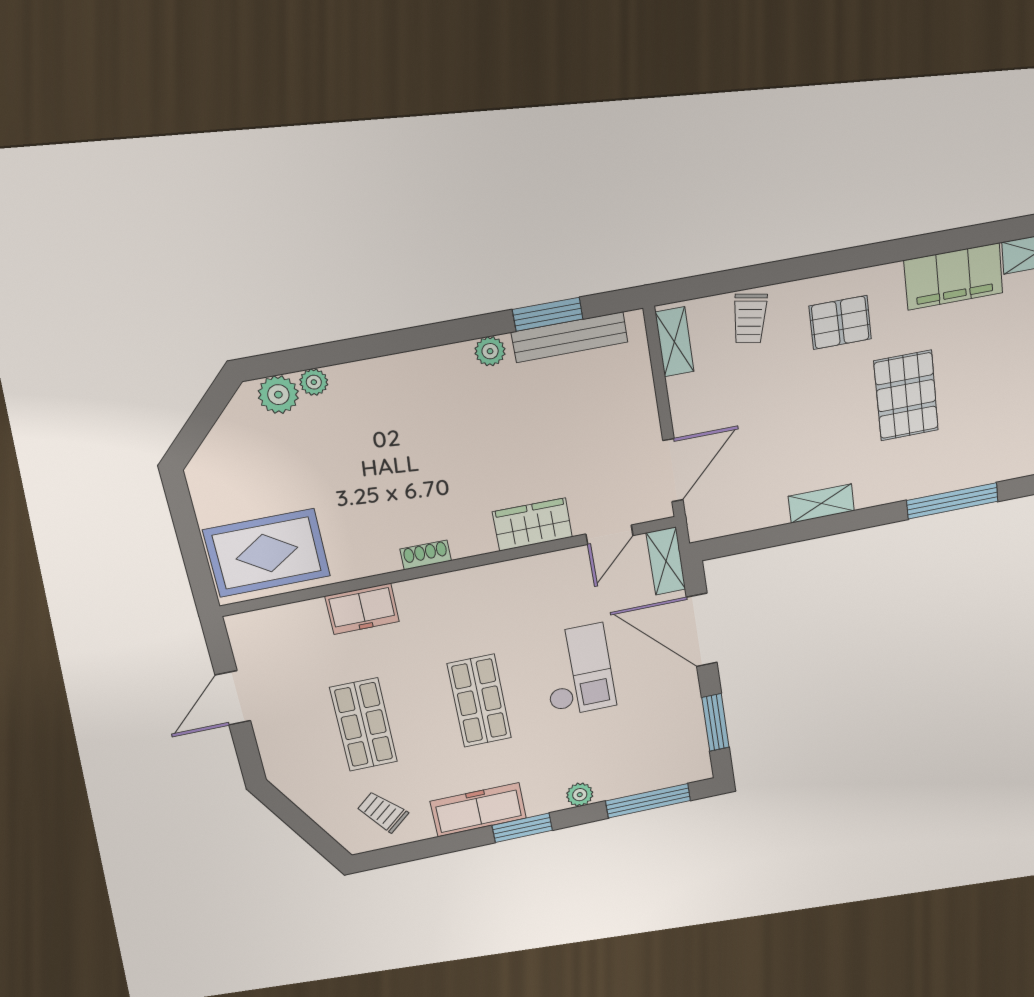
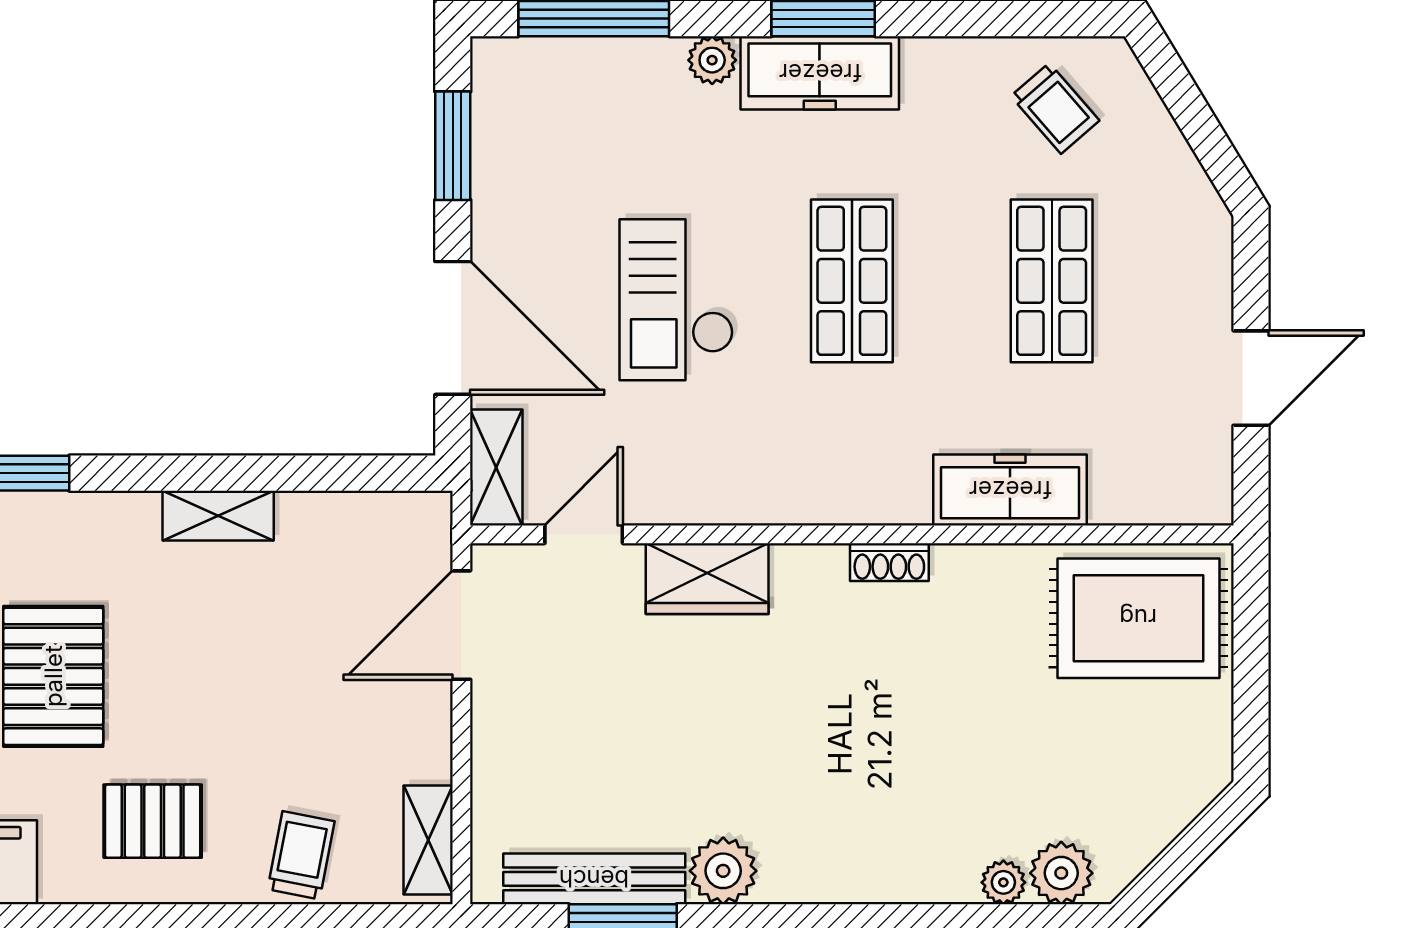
plant: (490, 351) -> (723, 871), width x1.38, depth x1.38
freezer: (362, 609) -> (1010, 490), width x1.40
freezer: (478, 810) -> (820, 73), moved

